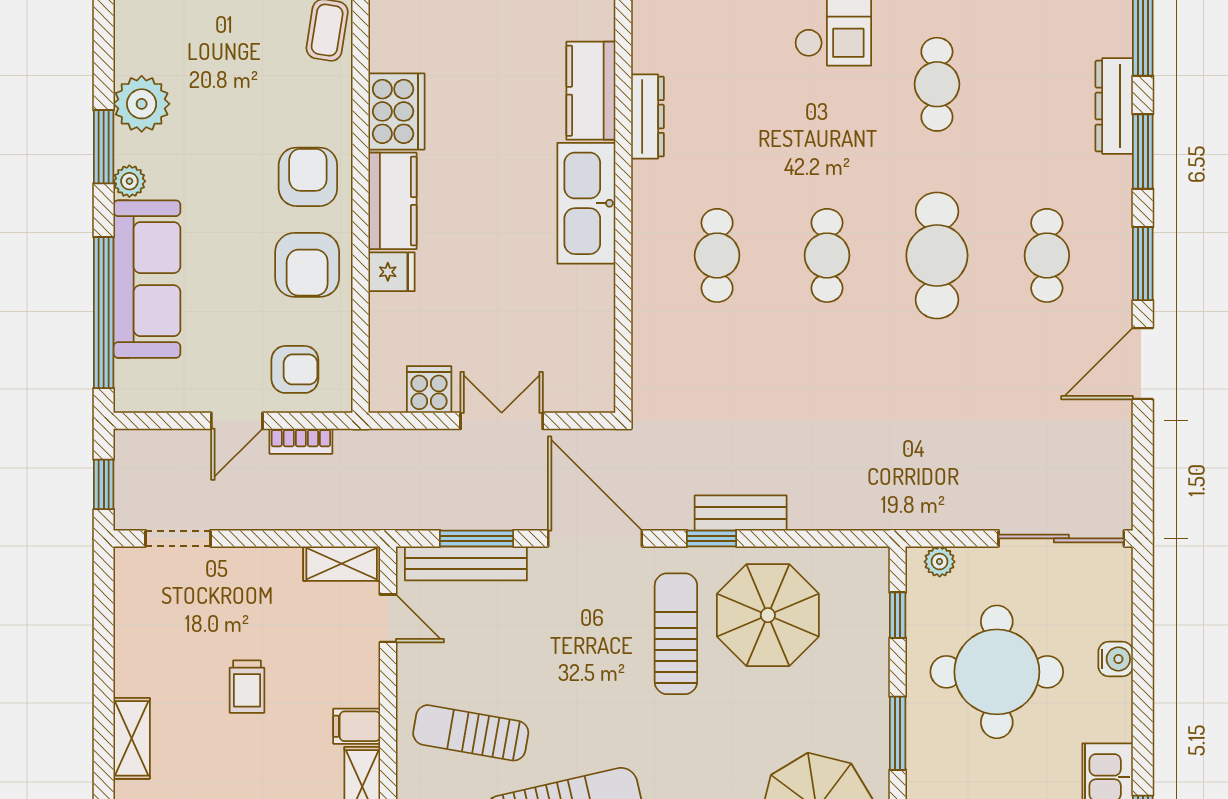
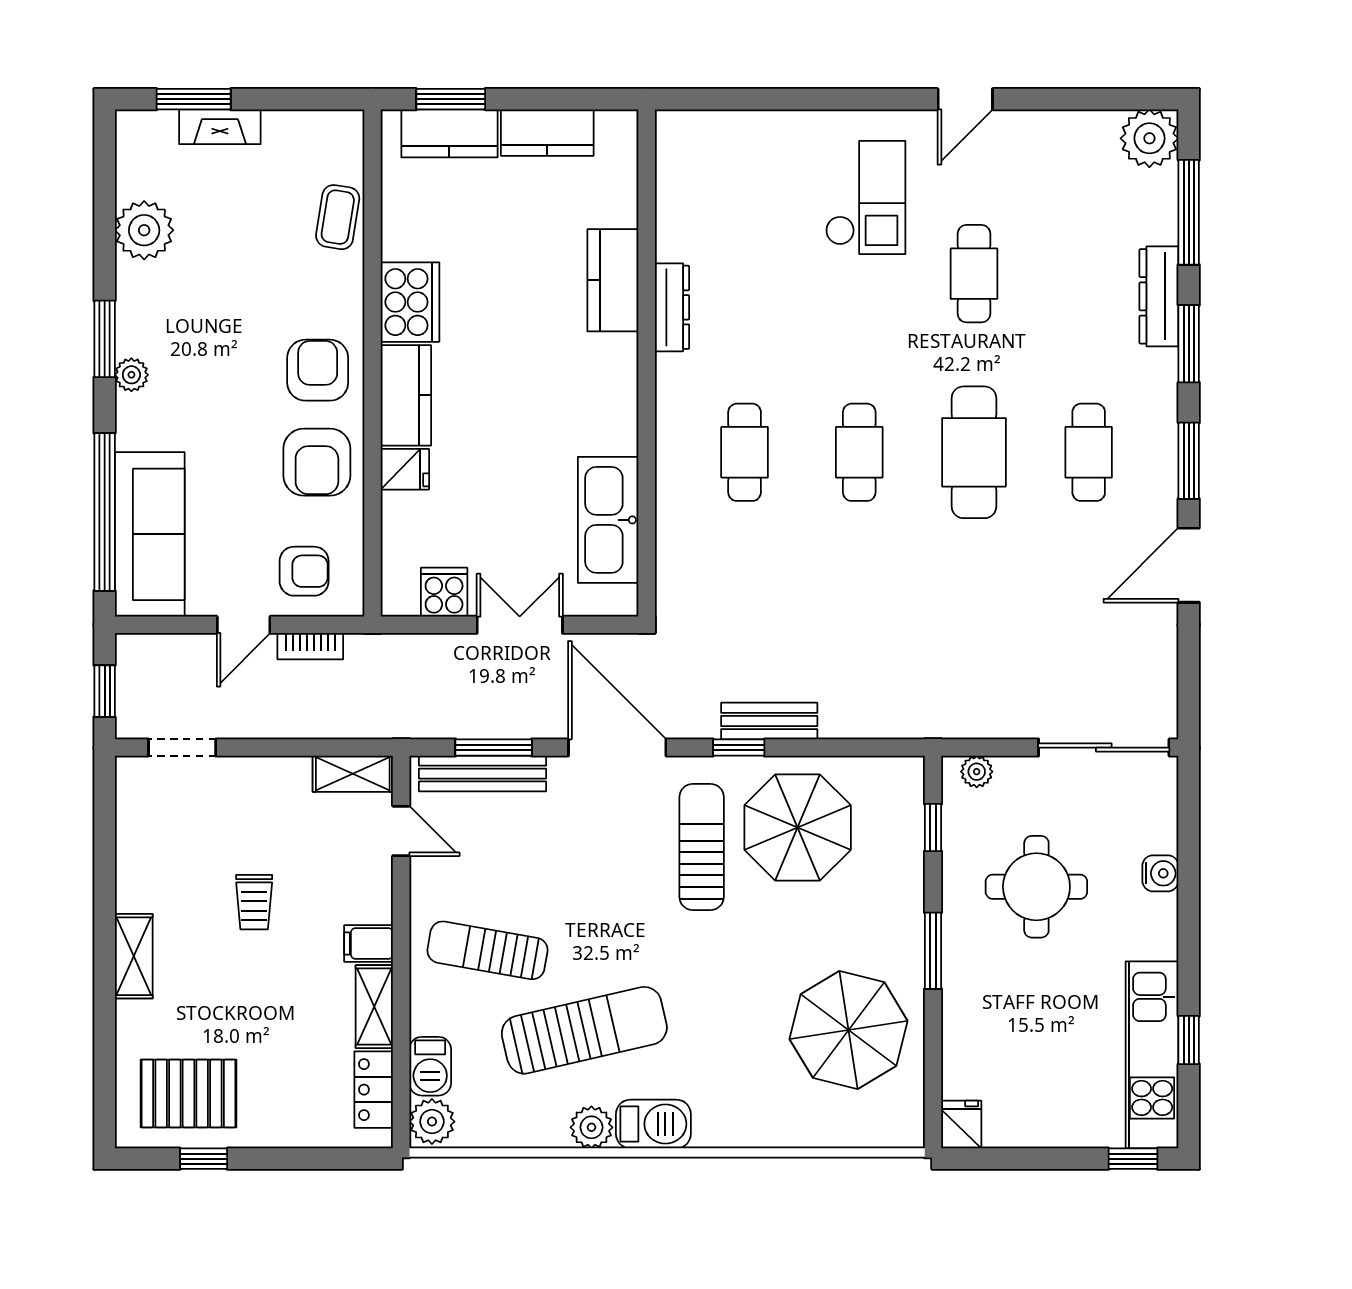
plant: (142, 104) -> (144, 230), moved
kitchen sink: (586, 203) -> (608, 520), moved
sofa: (147, 279) -> (150, 534), moved
round table: (997, 672) -> (1036, 887), width x0.73, depth x0.73

